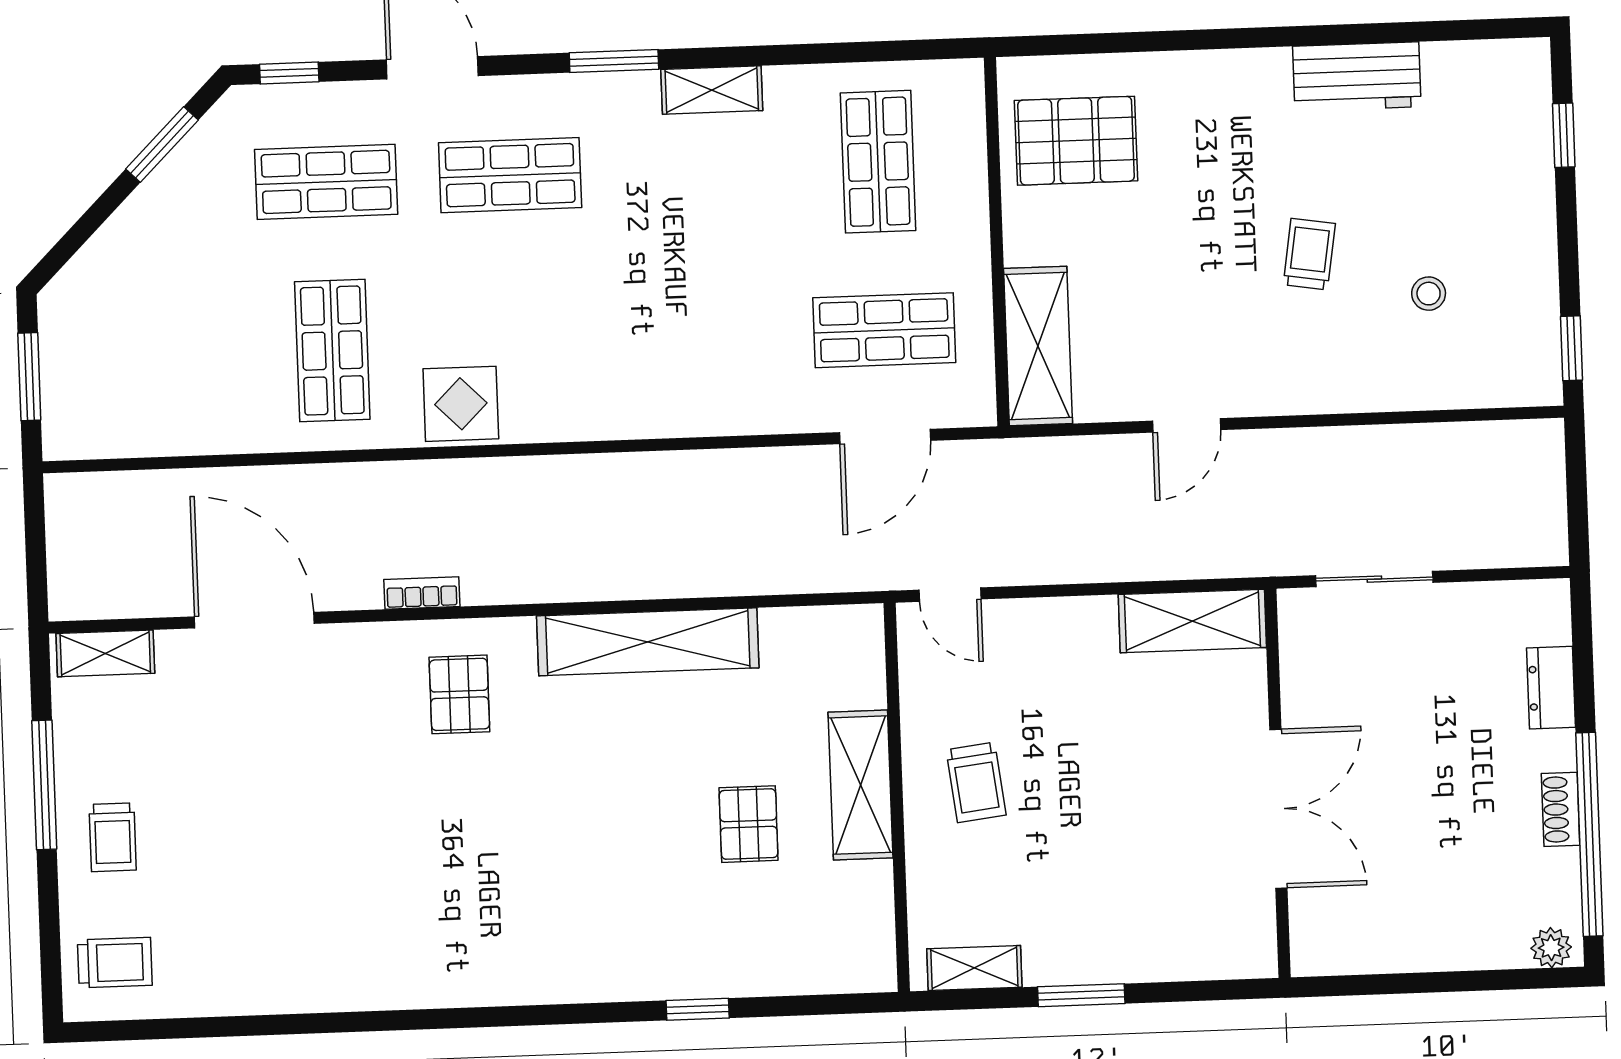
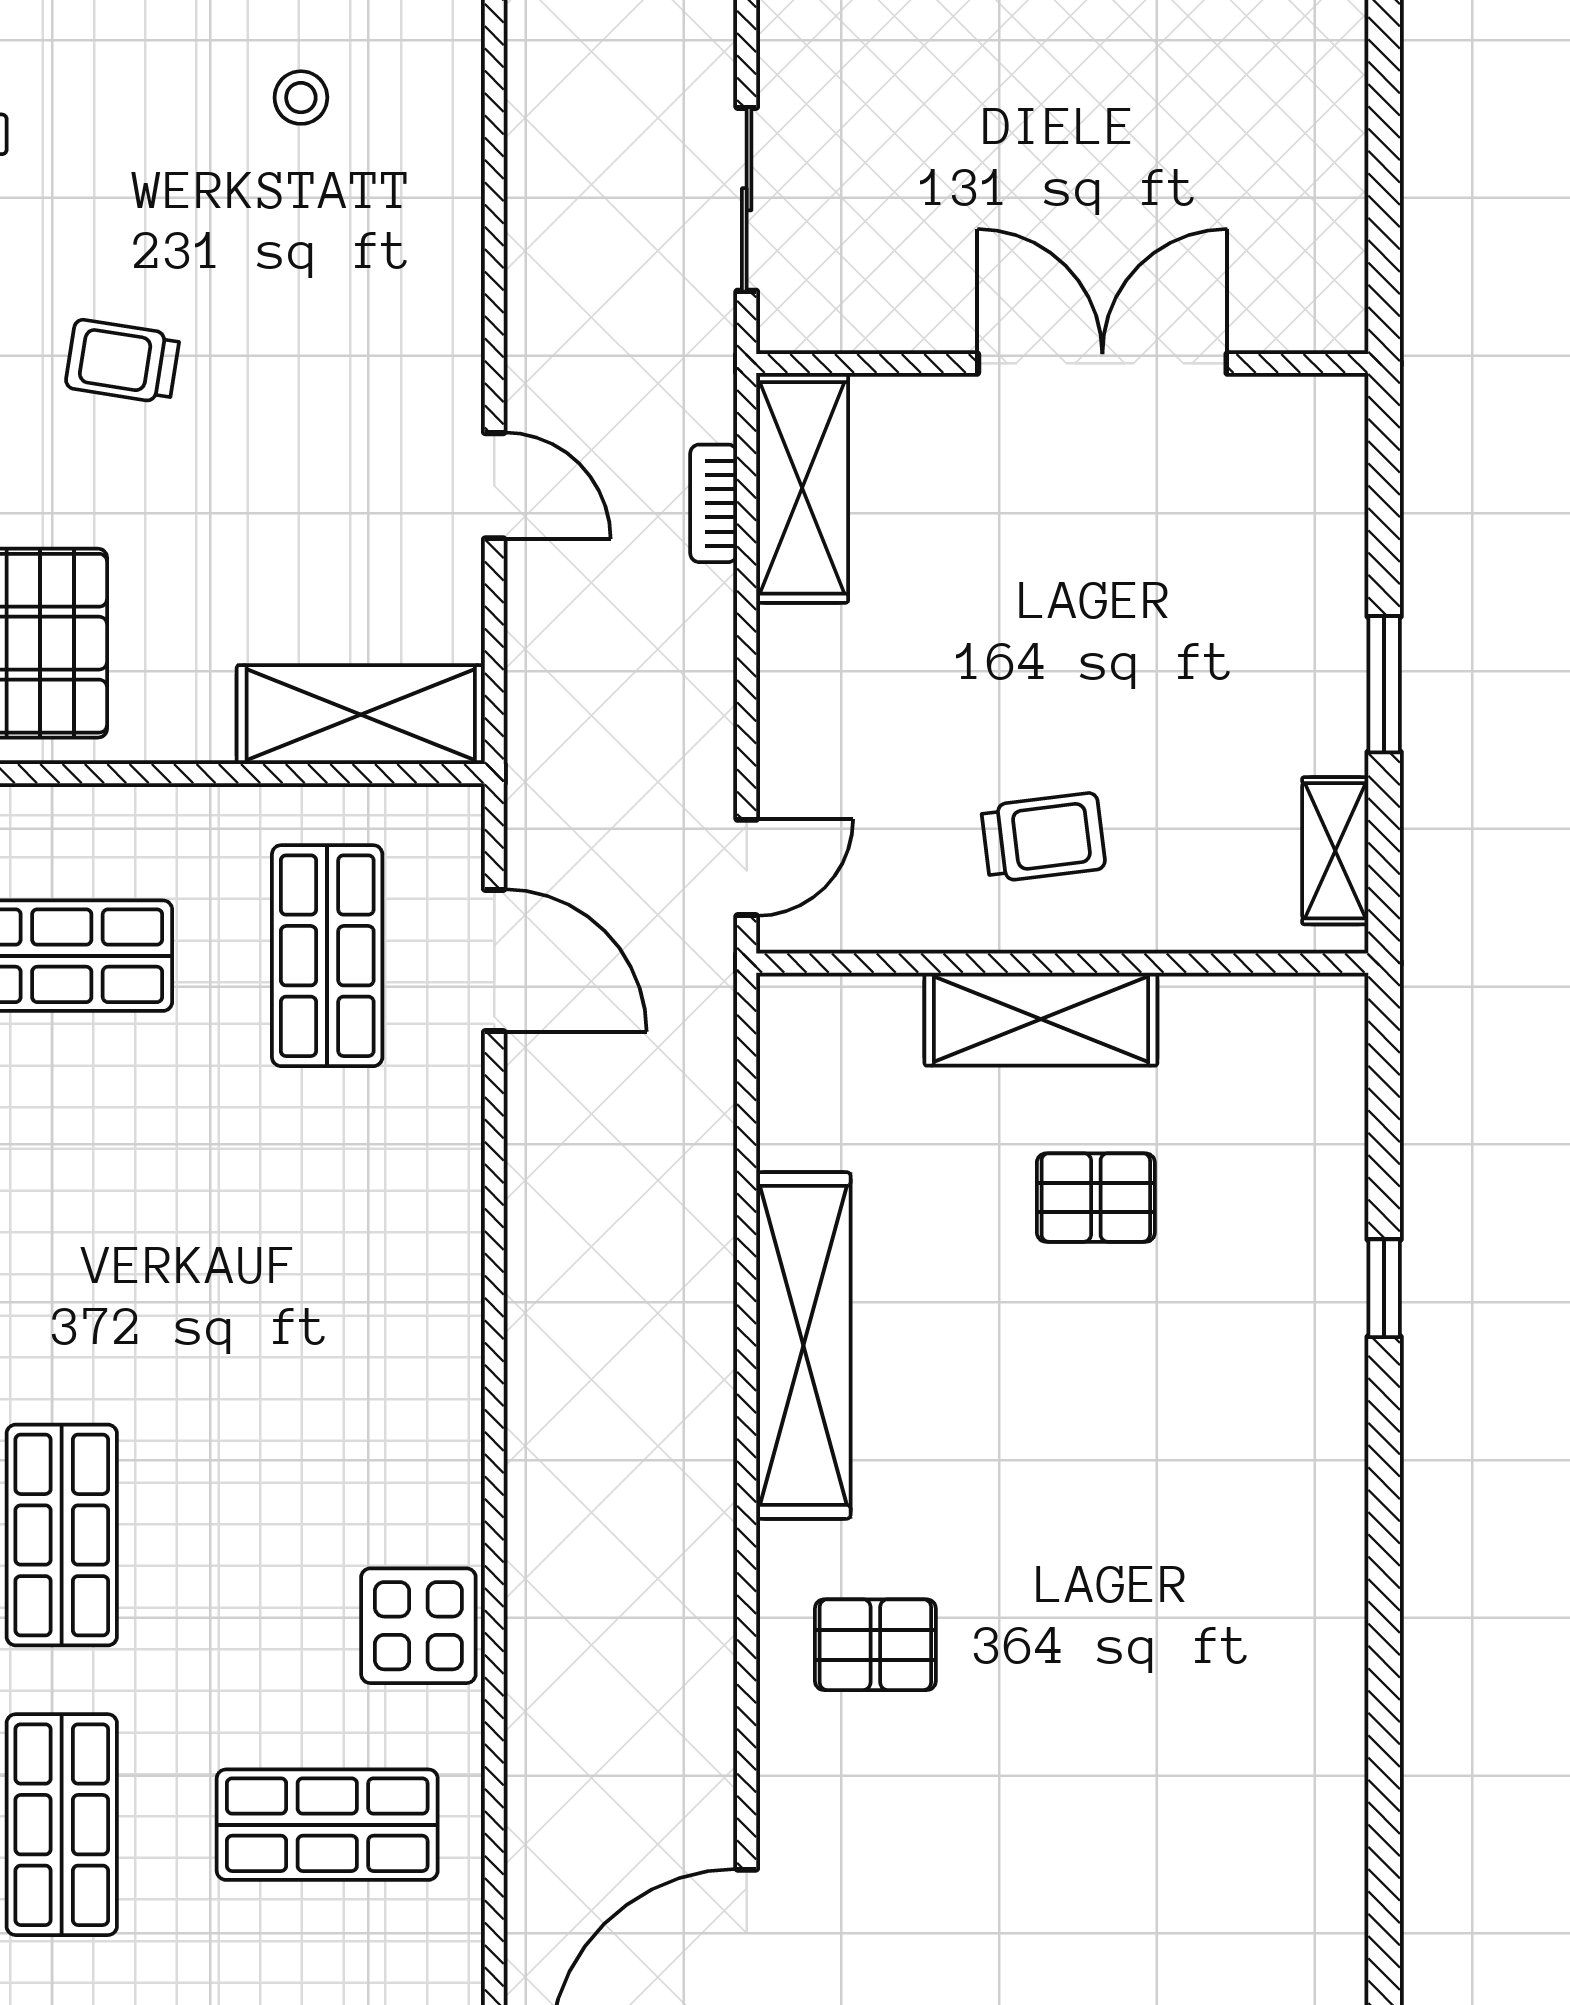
trolley: (1309, 254) -> (122, 361), moved
bookcase: (422, 593) -> (714, 503), moved

